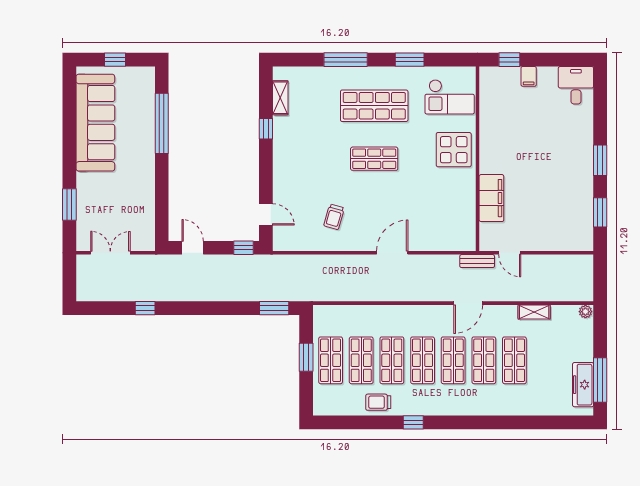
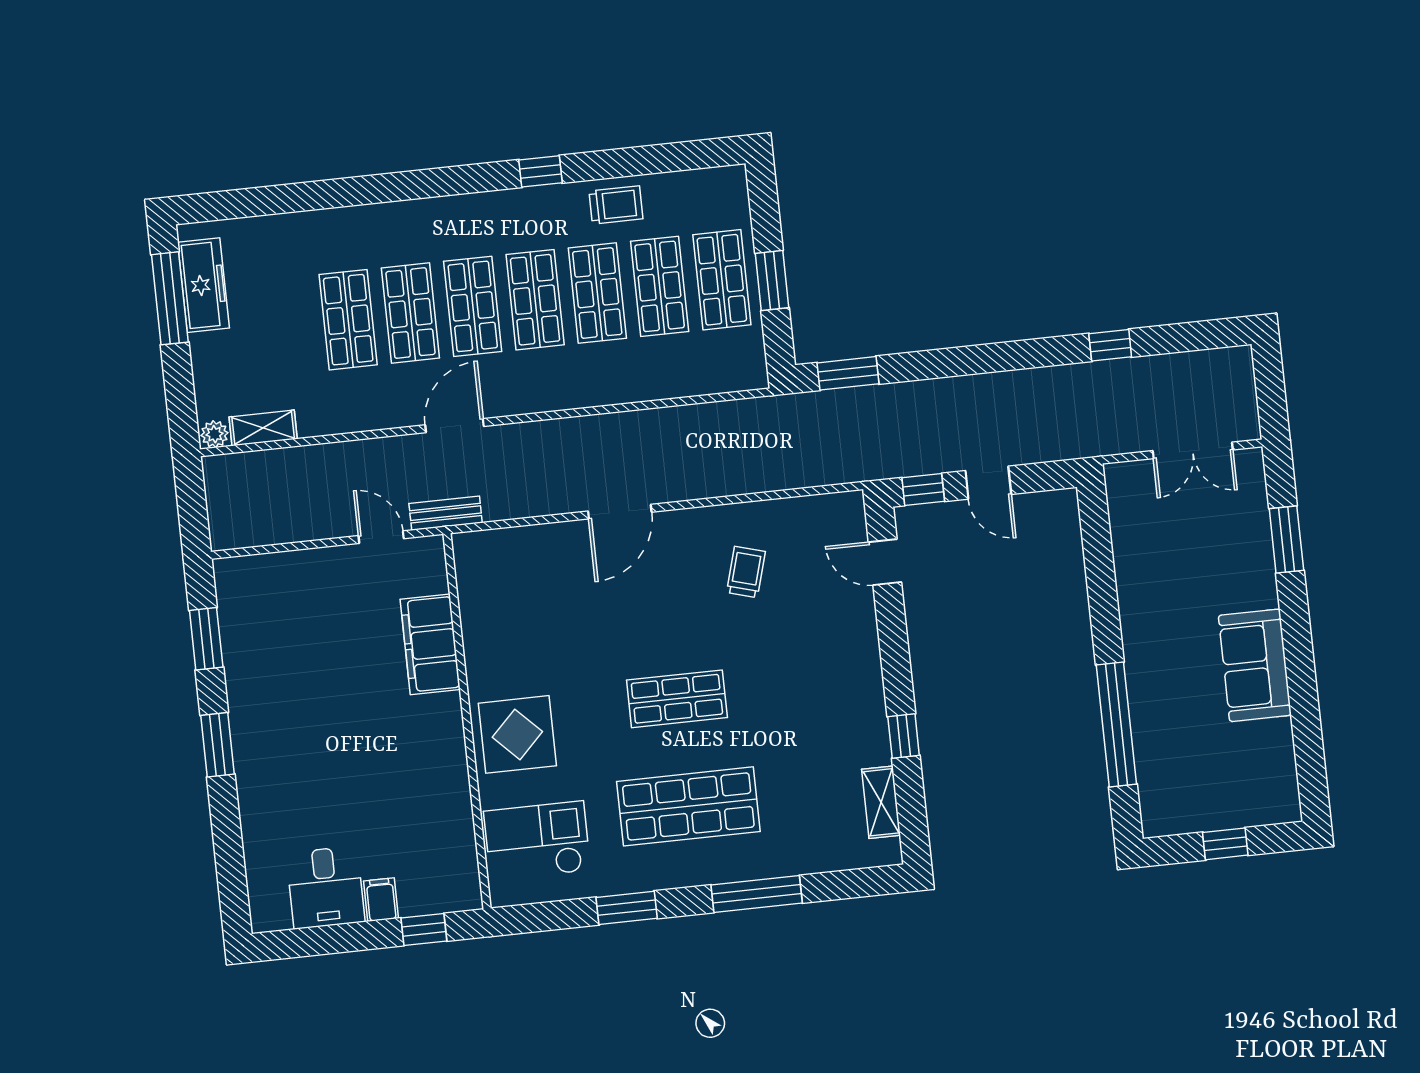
desk: (576, 85) -> (326, 887), moved
sofa: (95, 123) -> (1255, 665), width x0.54, depth x0.79
door: (193, 248) -> (988, 483), moved
shelving: (534, 312) -> (263, 428), moved

